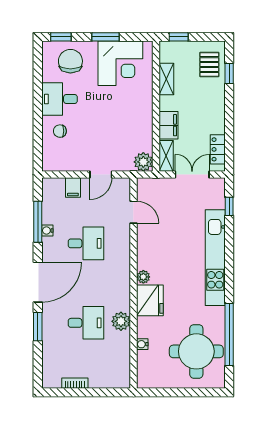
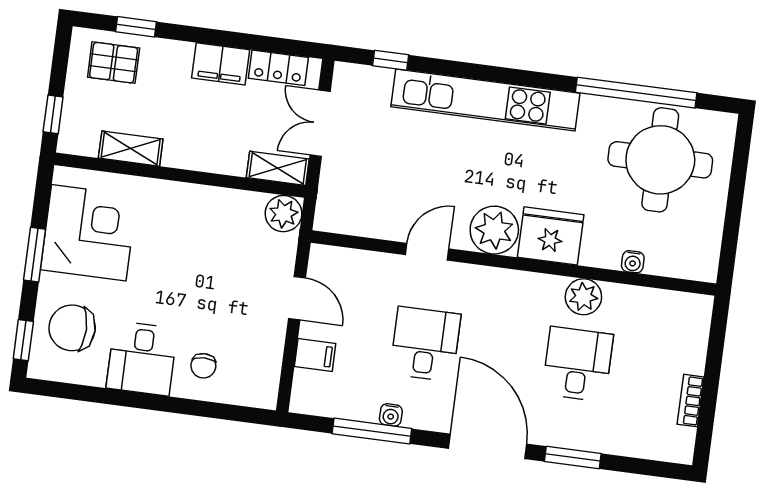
filing cabinet: (169, 125) -> (221, 64), moved, turned 180
door: (133, 212) -> (427, 252), moved
plant: (143, 277) -> (494, 230), width x1.88, depth x1.88

